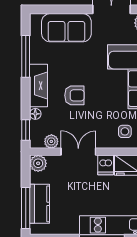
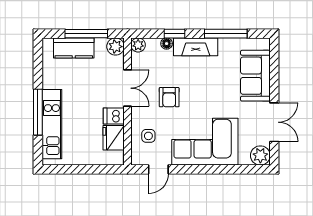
armchair: (74, 95) -> (169, 97), moved
window: (26, 130) -> (174, 34), moved
plant: (51, 141) -> (138, 45), moved
window: (26, 208) -> (86, 34), moved

